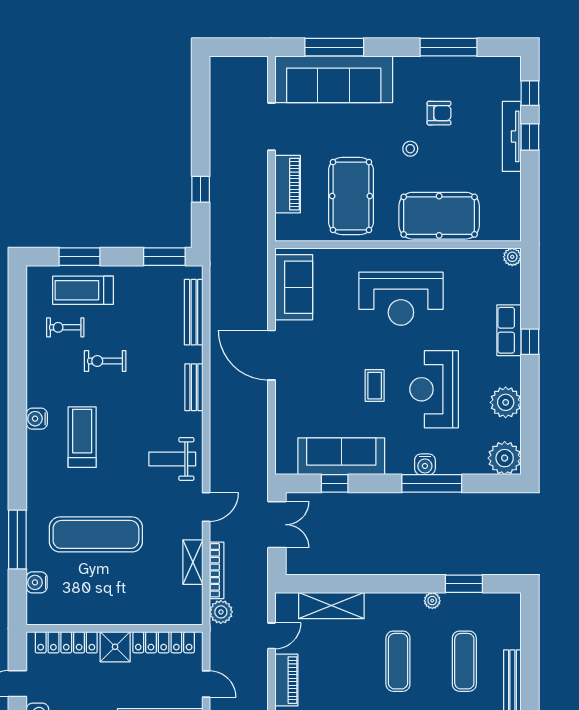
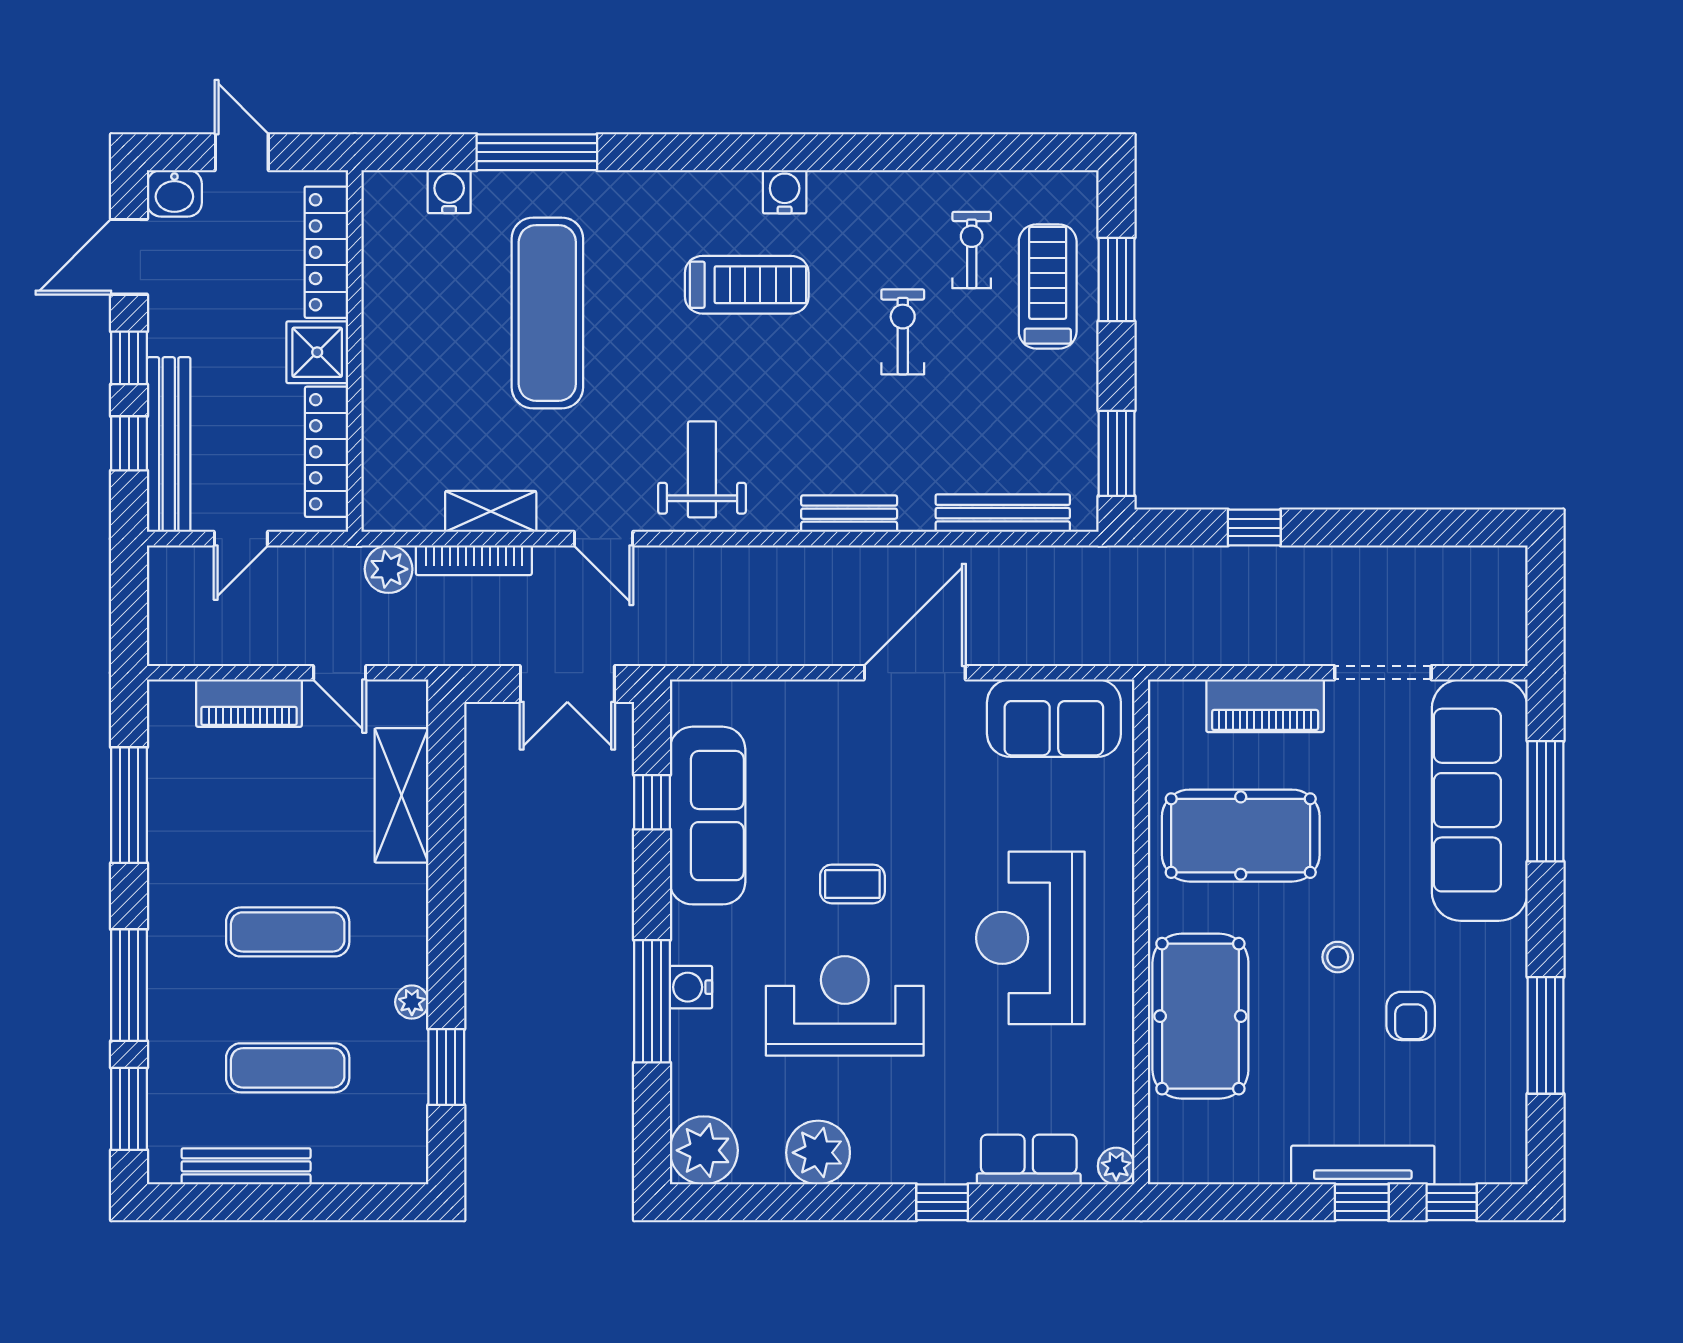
row of seats: (509, 330) -> (1029, 1160), moved

